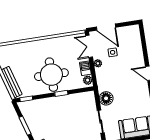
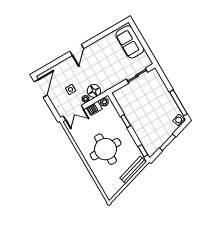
door: (106, 27) -> (41, 88), moved
round table: (51, 75) -> (106, 149), moved
floor lamp: (106, 98) -> (94, 91), moved

